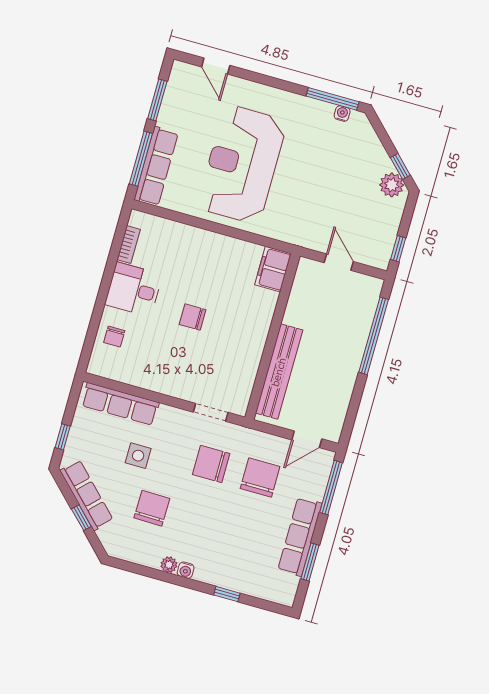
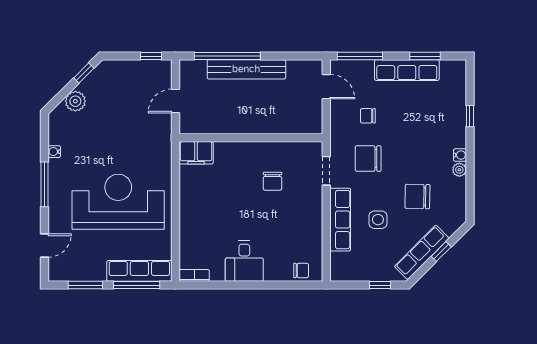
window: (332, 99) -> (45, 184), moved
water cooler: (342, 114) -> (54, 152), moved
reception desk: (242, 164) -> (118, 202), turned 180
plant: (392, 185) -> (75, 101), moved
bookcase: (129, 244) -> (194, 275), moved
chair: (193, 317) -> (272, 181), moved
chair: (114, 337) -> (301, 270), moved
bench: (279, 372) -> (246, 69), moved
row of seats: (120, 404) -> (340, 220), moved
chair: (211, 464) -> (368, 159), turned 90
chair: (260, 478) -> (368, 116), width x0.54, depth x0.54

